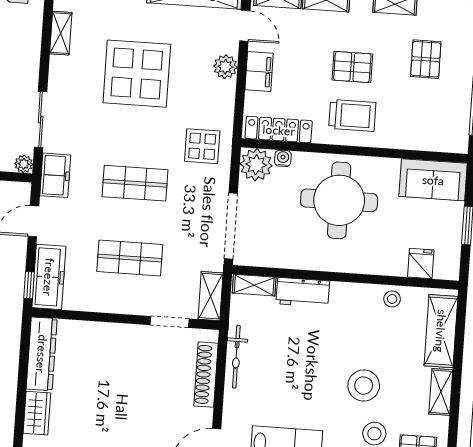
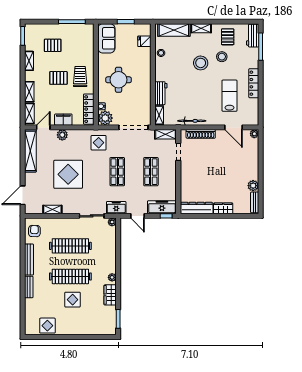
pallet: (352, 67) -> (58, 78), turned 90
round table: (339, 200) -> (119, 80), width x0.73, depth x0.73

